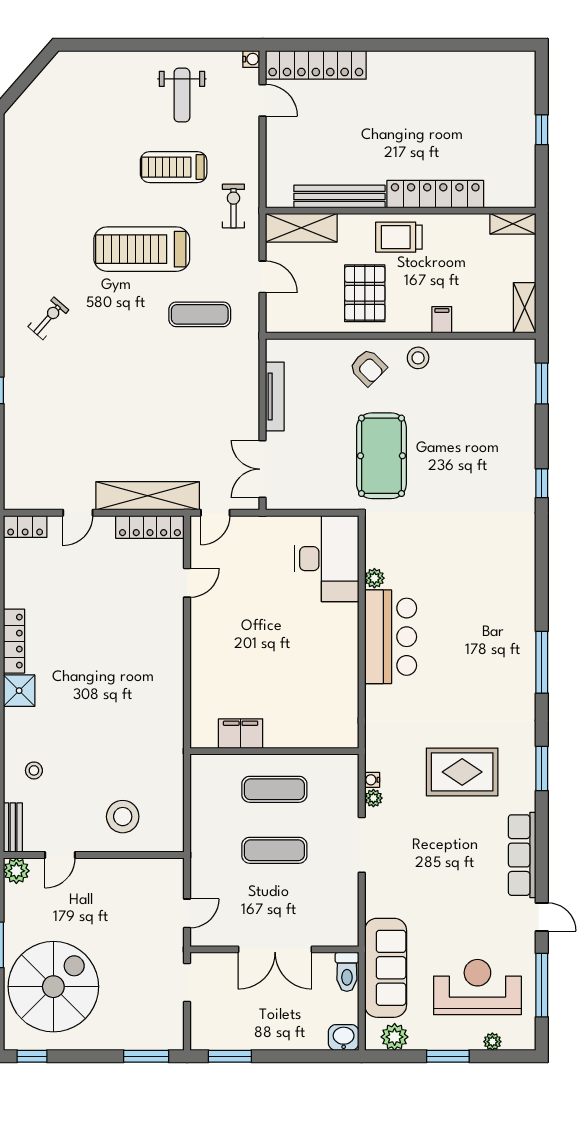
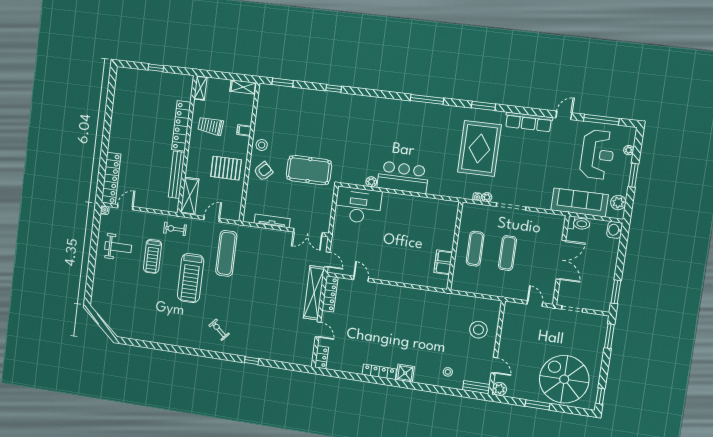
trolley: (399, 237) -> (211, 126), moved, turned 95
exercise mat: (200, 314) -> (226, 253), width x1.36, depth x1.45
rug: (462, 772) -> (479, 149), width x1.37, depth x1.44
reception desk: (477, 987) -> (597, 155), turned 180

